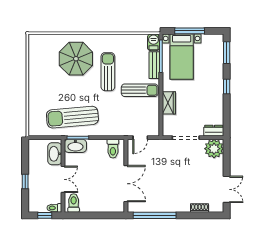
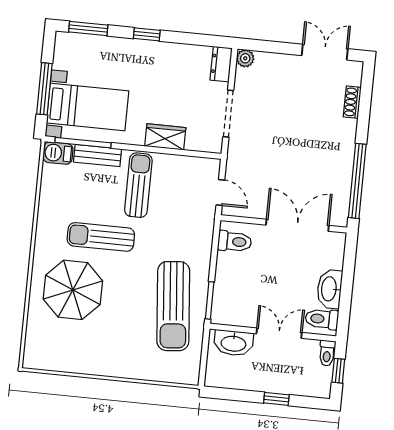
washbasin: (75, 146) -> (330, 289), moved, turned 180
plant: (214, 149) -> (245, 58), width x0.53, depth x0.53

